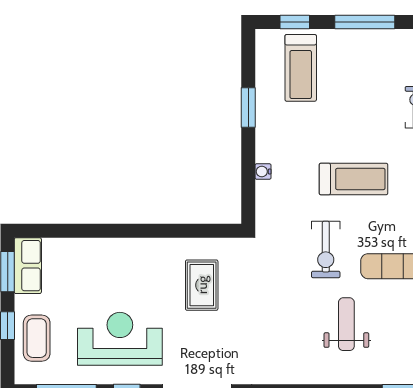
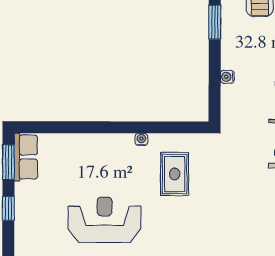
water cooler: (163, 245) -> (141, 139), added
coffee table: (37, 338) -> (33, 219), removed

